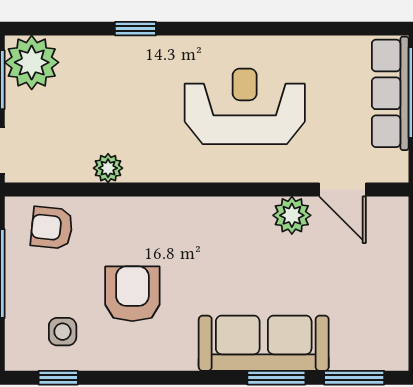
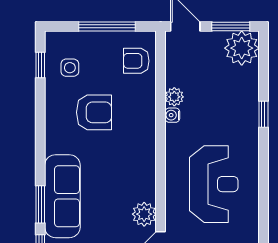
water cooler: (137, 171) -> (172, 115), added
armchair: (52, 228) -> (136, 61), turned -96

